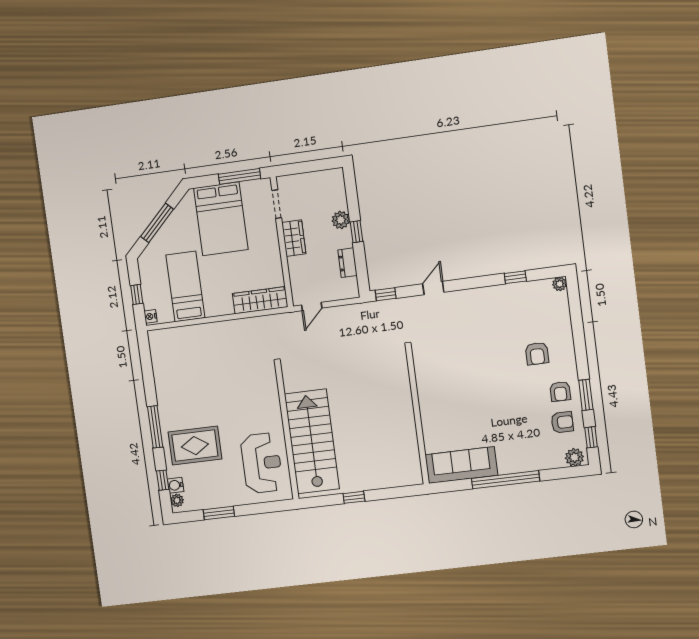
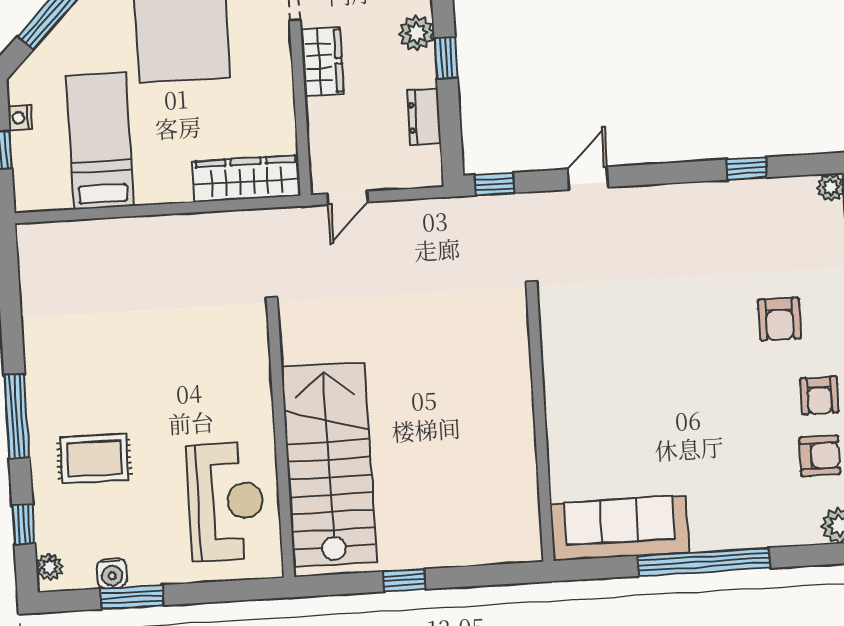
nightstand: (151, 316) -> (20, 118), moved
rug: (195, 446) -> (94, 459), width x0.73, depth x0.70
water cooler: (176, 485) -> (112, 573), moved, turned -90

